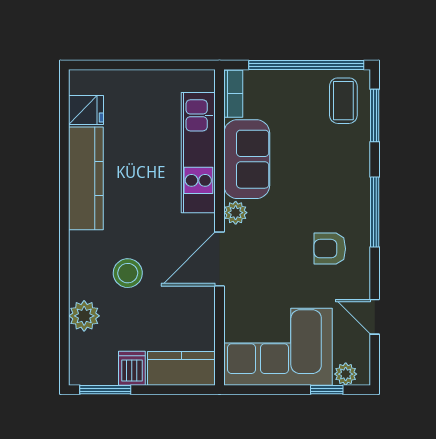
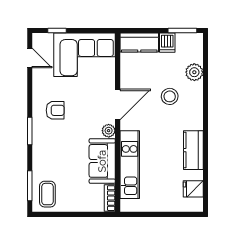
window: (306, 65) -> (69, 214), removed
kitchen counter: (86, 178) -> (193, 150), width x0.67
window: (375, 212) -> (30, 131), width x0.69
door: (375, 317) -> (30, 58), moved
plant: (346, 374) -> (46, 39), removed

